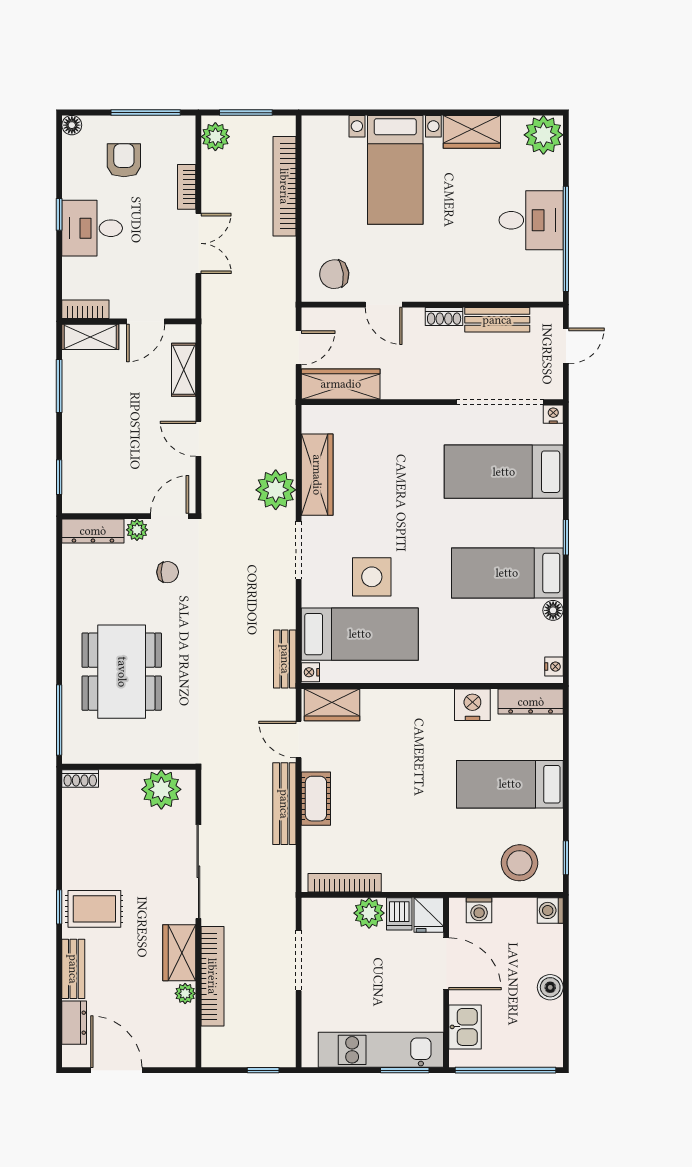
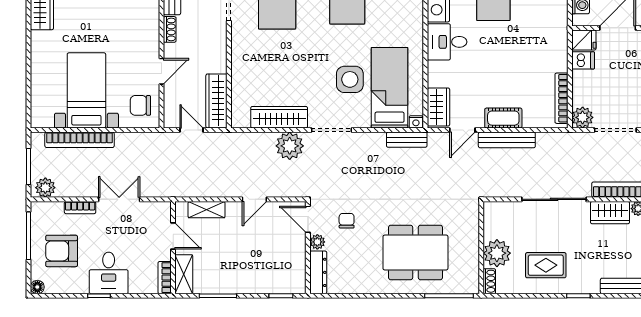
armchair: (124, 160) -> (62, 251), width x1.38, depth x1.38
bed with nightstands: (395, 170) -> (86, 90), moved, turned -90
chair: (334, 274) -> (140, 105), turned 97
desk: (426, 717) -> (447, 42), added
plant: (161, 789) -> (497, 253), moved
rug: (94, 909) -> (546, 265), moved, turned 90
plant: (369, 913) -> (583, 117), moved

